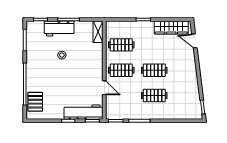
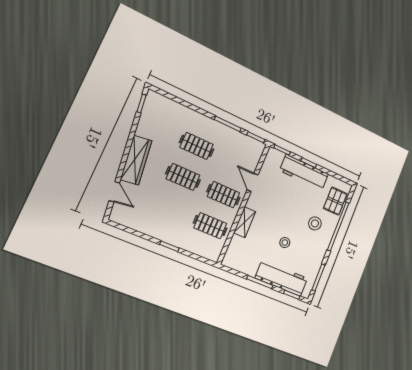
wardrobe: (171, 27) -> (136, 160), moved, turned 83
workbench: (59, 29) -> (281, 278), width x1.38
shelving: (98, 32) -> (245, 222), moved
stool: (44, 78) -> (315, 223), added
workbench: (84, 112) -> (304, 172), moved

